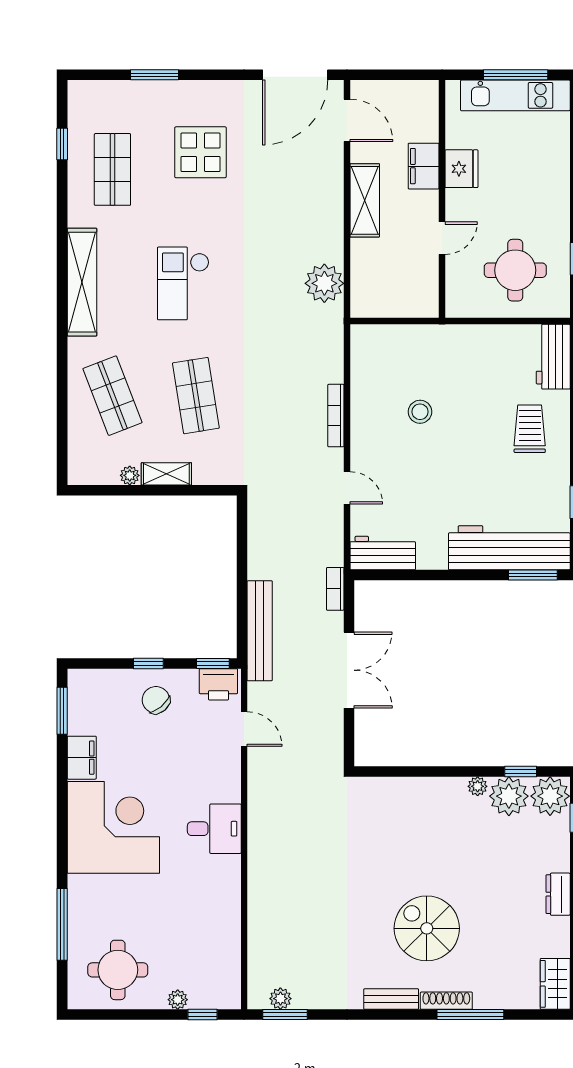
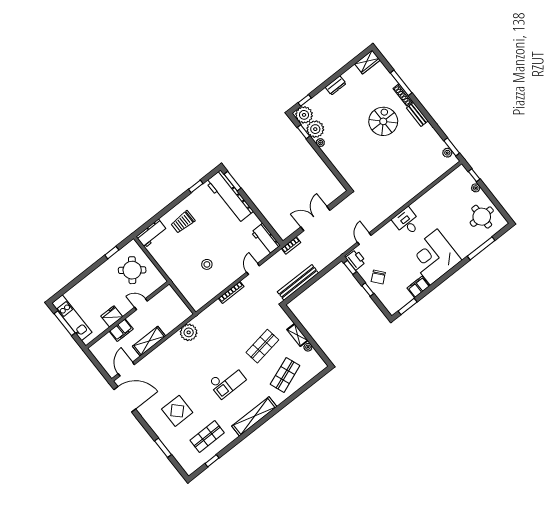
round table: (515, 270) -> (132, 270), turned 37
bench: (260, 631) -> (298, 282), moved
spiral stairs: (427, 928) -> (383, 121), turned 180

